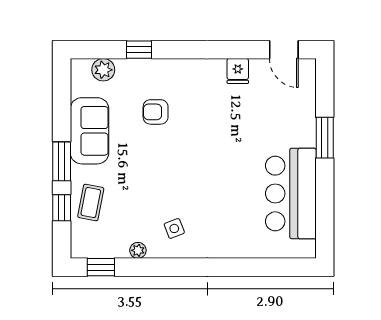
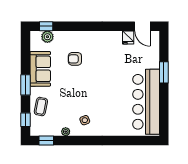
window: (139, 50) -> (46, 26), moved
fridge: (238, 71) -> (128, 37), moved
bar counter: (291, 193) -> (146, 102), width x1.36
window: (62, 208) -> (26, 120), moved

